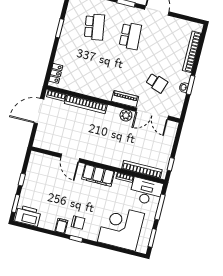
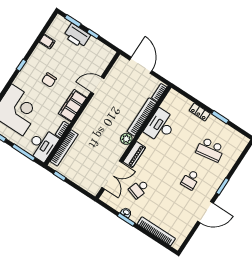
school desk: (130, 36) -> (191, 180), width x0.54
locker: (56, 73) -> (200, 112), moved
desk: (88, 83) -> (161, 126), added
door: (39, 111) -> (141, 65), moved
double door: (152, 114) -> (112, 175), swing flipped
plant: (126, 115) -> (126, 139), moved
printer: (28, 216) -> (77, 36), moved, turned 90
chair: (78, 223) -> (49, 80), moved
filing cabinet: (61, 226) -> (47, 42), moved

